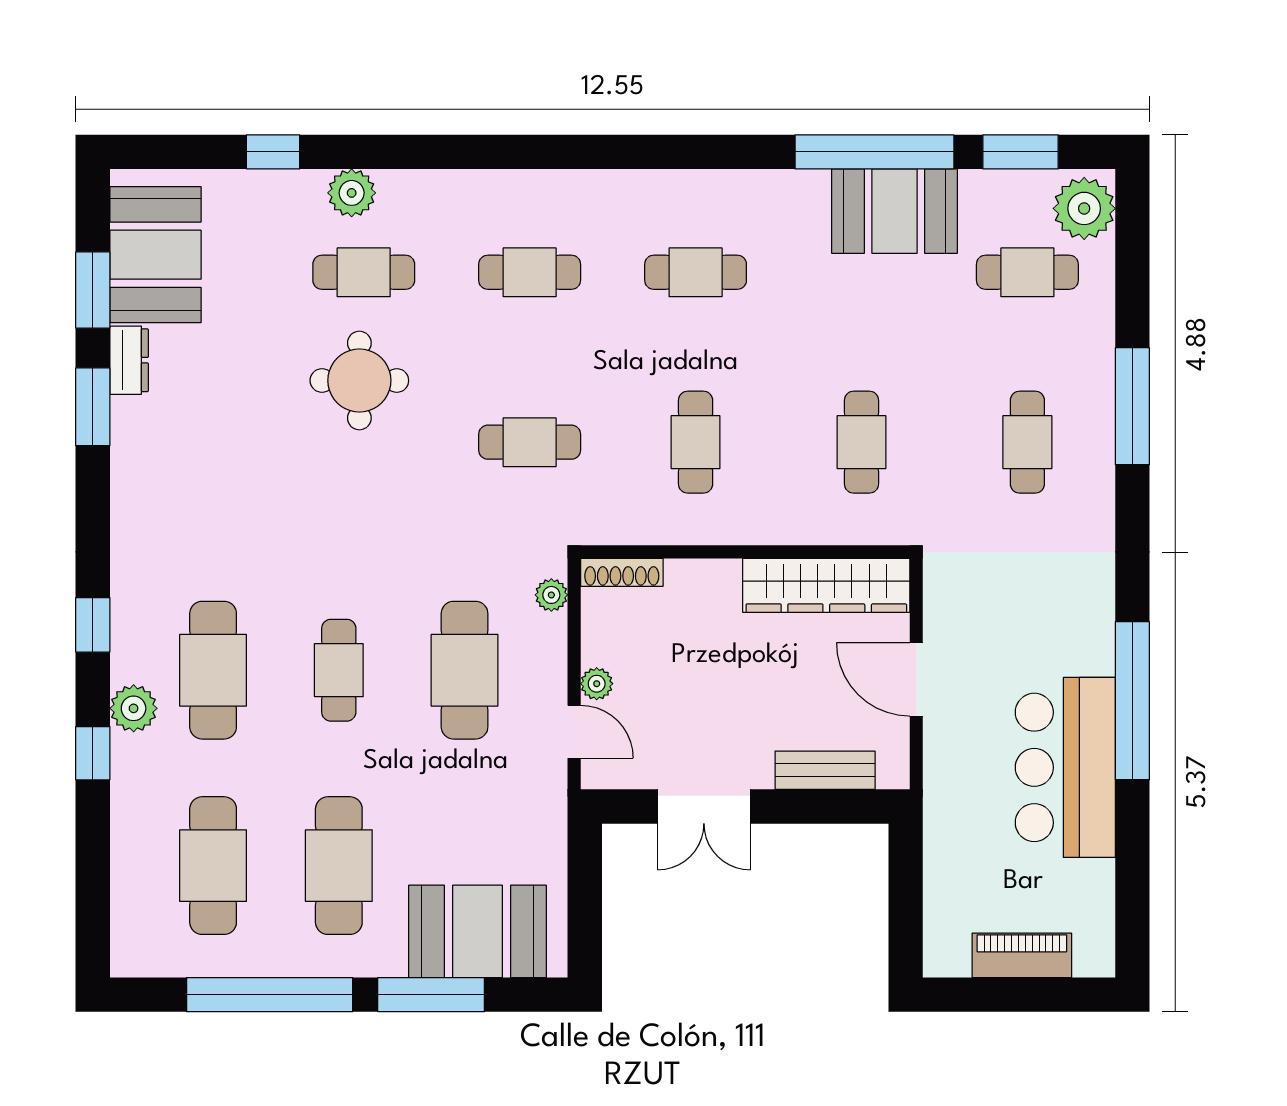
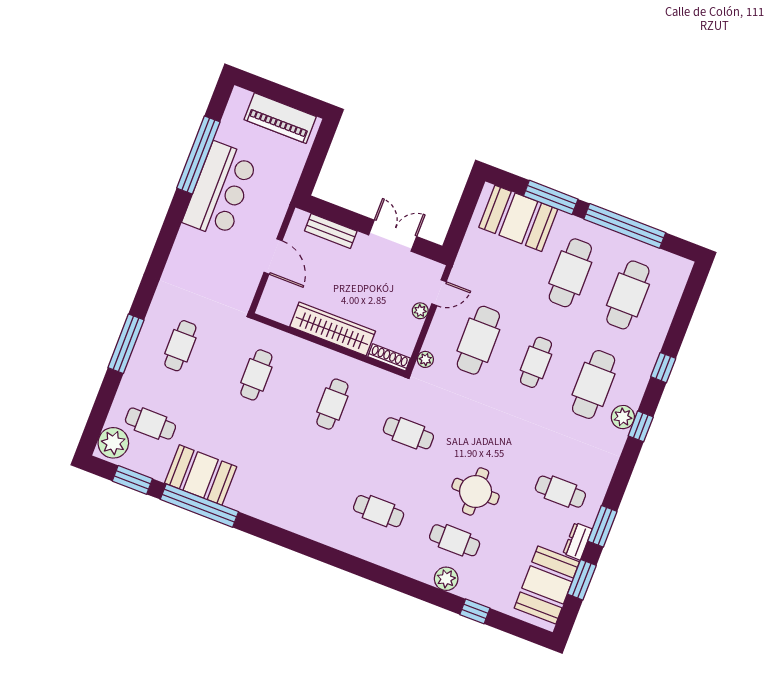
cafe table: (696, 272) -> (560, 492), moved
wardrobe: (826, 585) -> (333, 329), moved
window: (1132, 701) -> (198, 155), moved
plant: (134, 708) -> (623, 417), moved
door: (574, 732) -> (439, 293), swing flipped
piano: (1022, 955) -> (280, 118), width x1.37, depth x1.33

